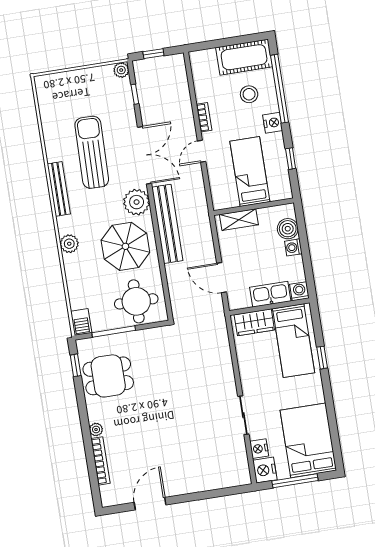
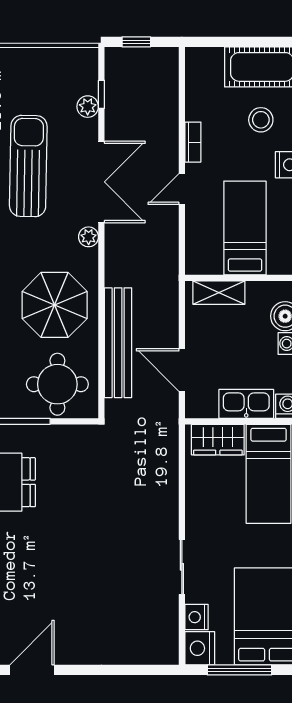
plant: (121, 70) -> (88, 107), moved
plant: (137, 202) -> (89, 237), width x0.53, depth x0.53
bench: (167, 224) -> (118, 343), moved

